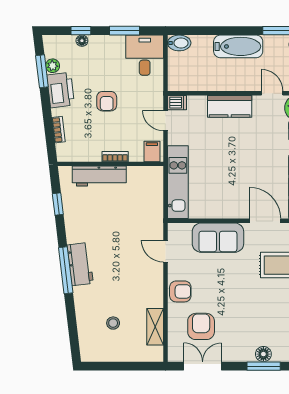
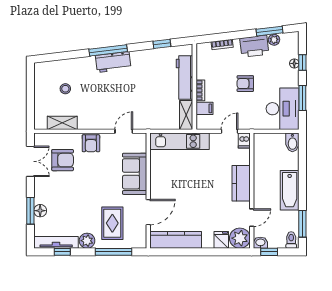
desk: (145, 55) -> (283, 109), width x1.37
filing cabinet: (152, 151) -> (205, 108), moved
shelving: (145, 174) -> (186, 115), added

